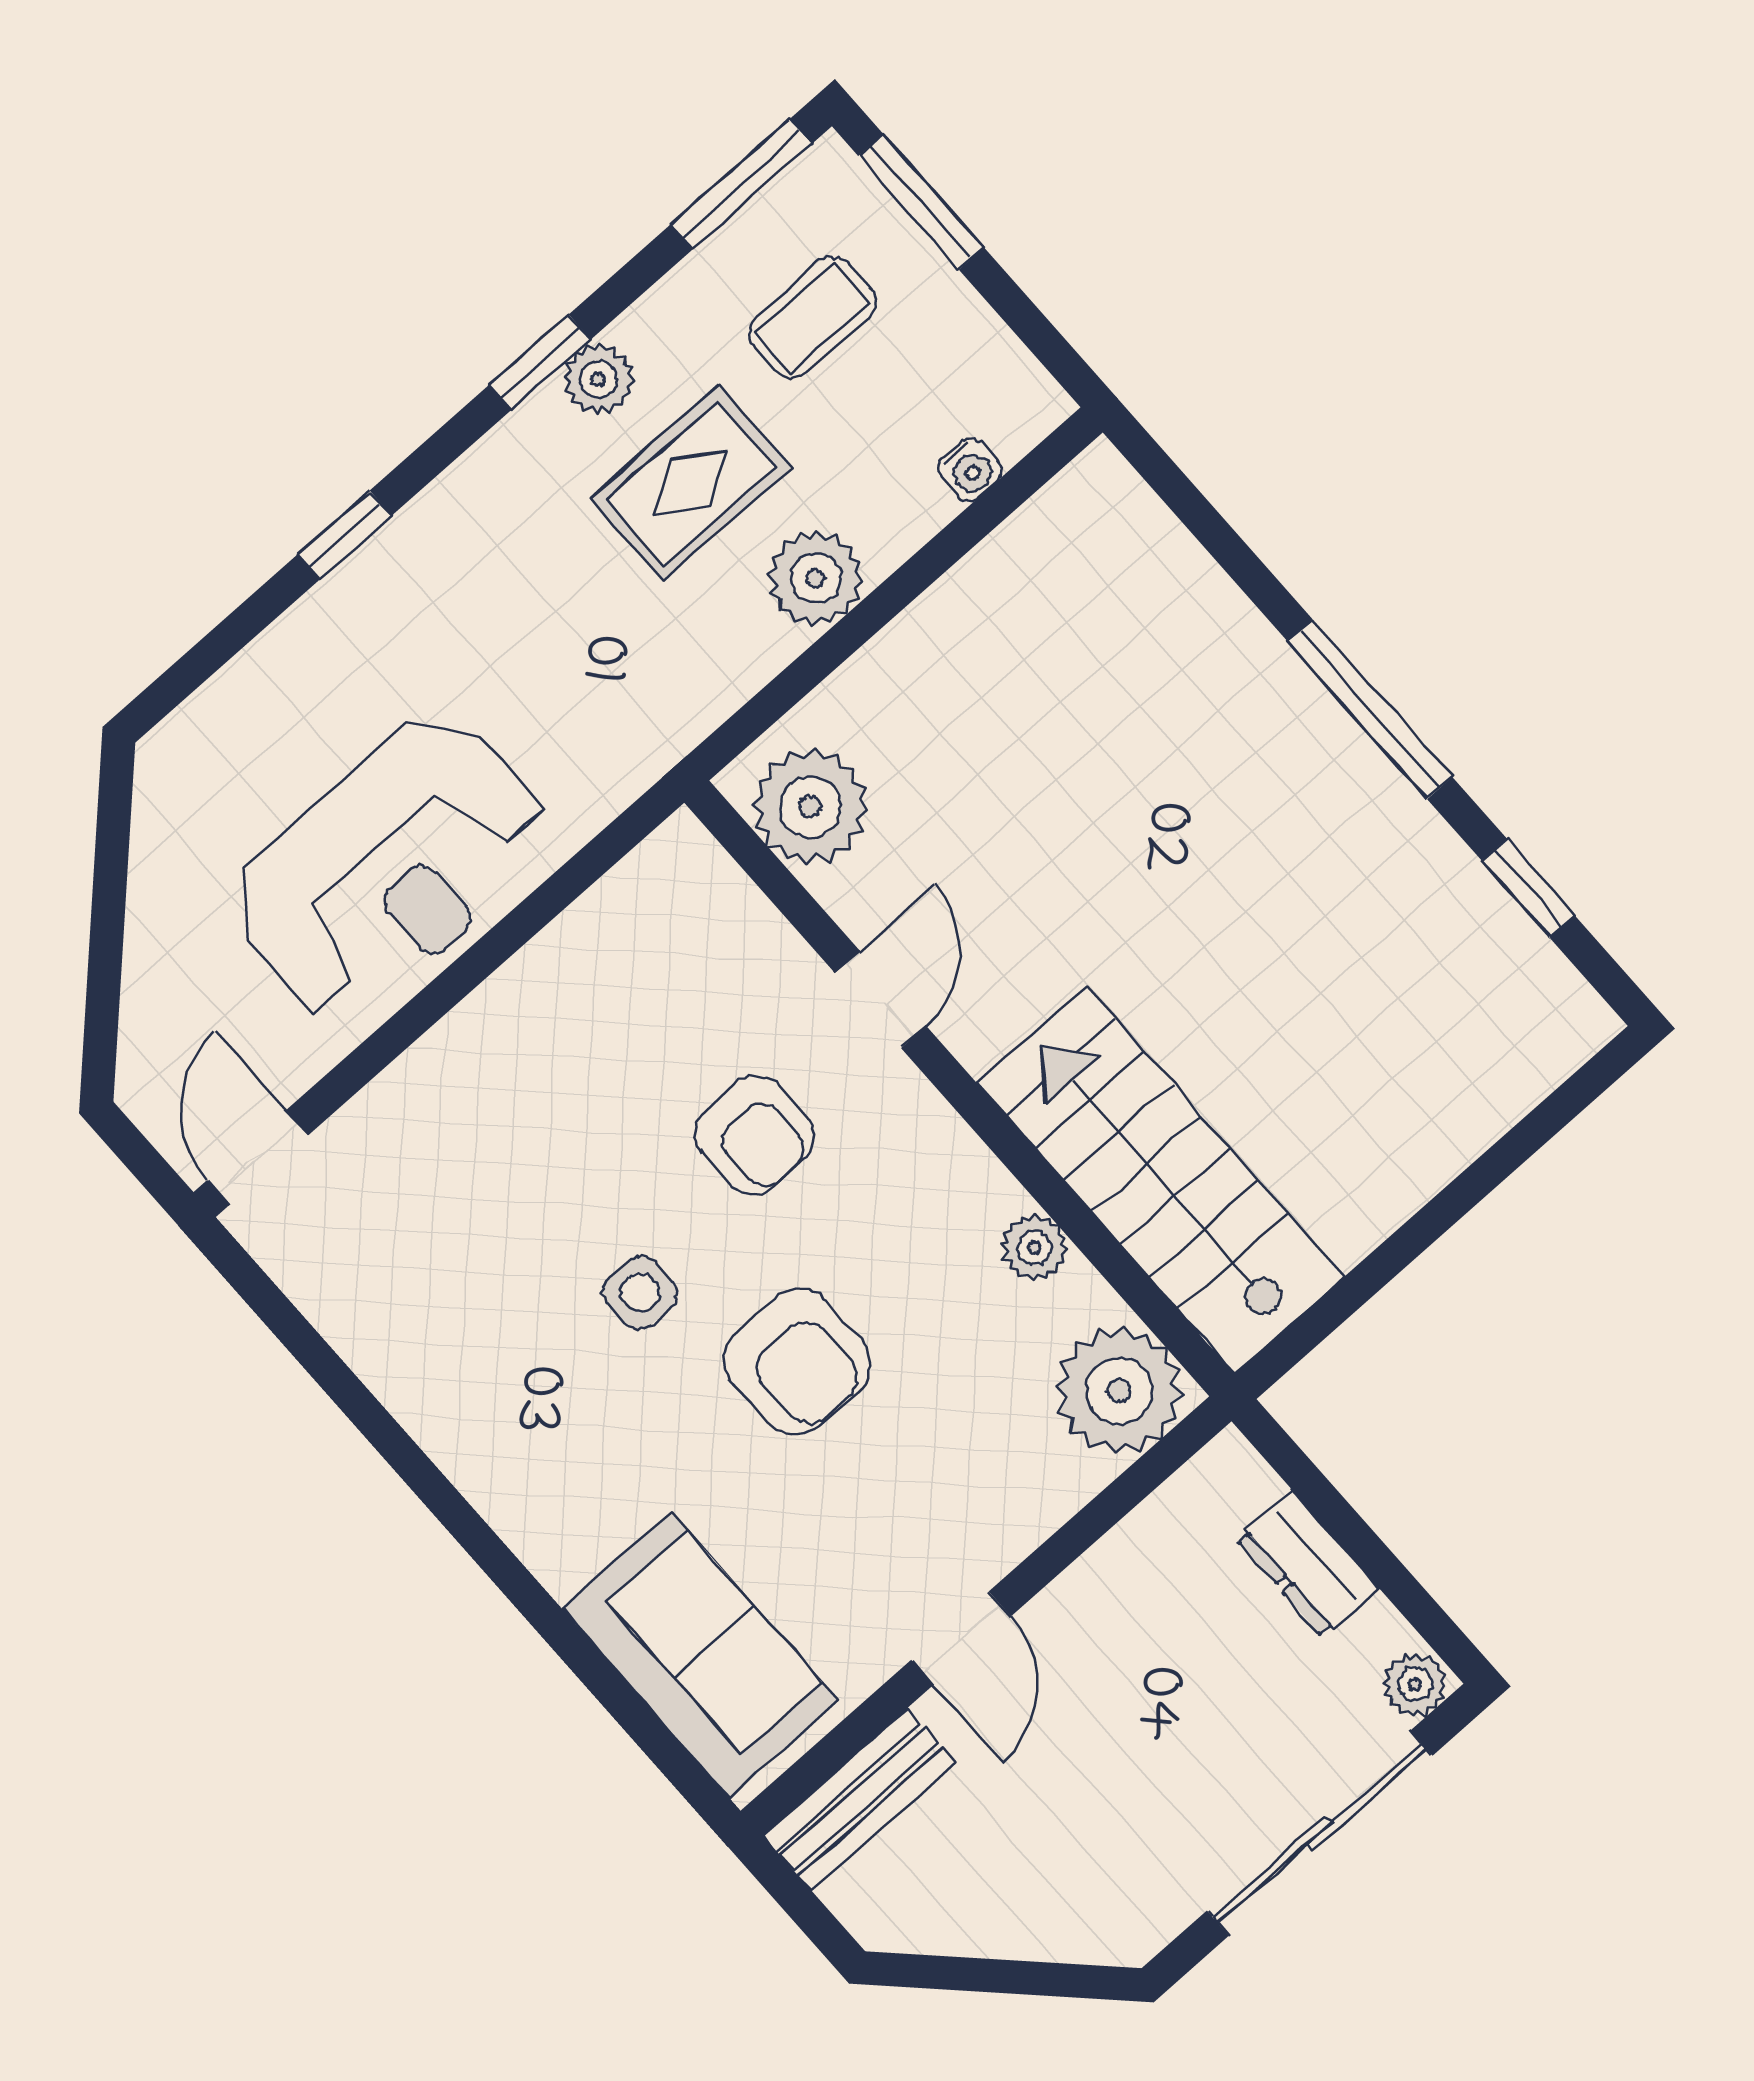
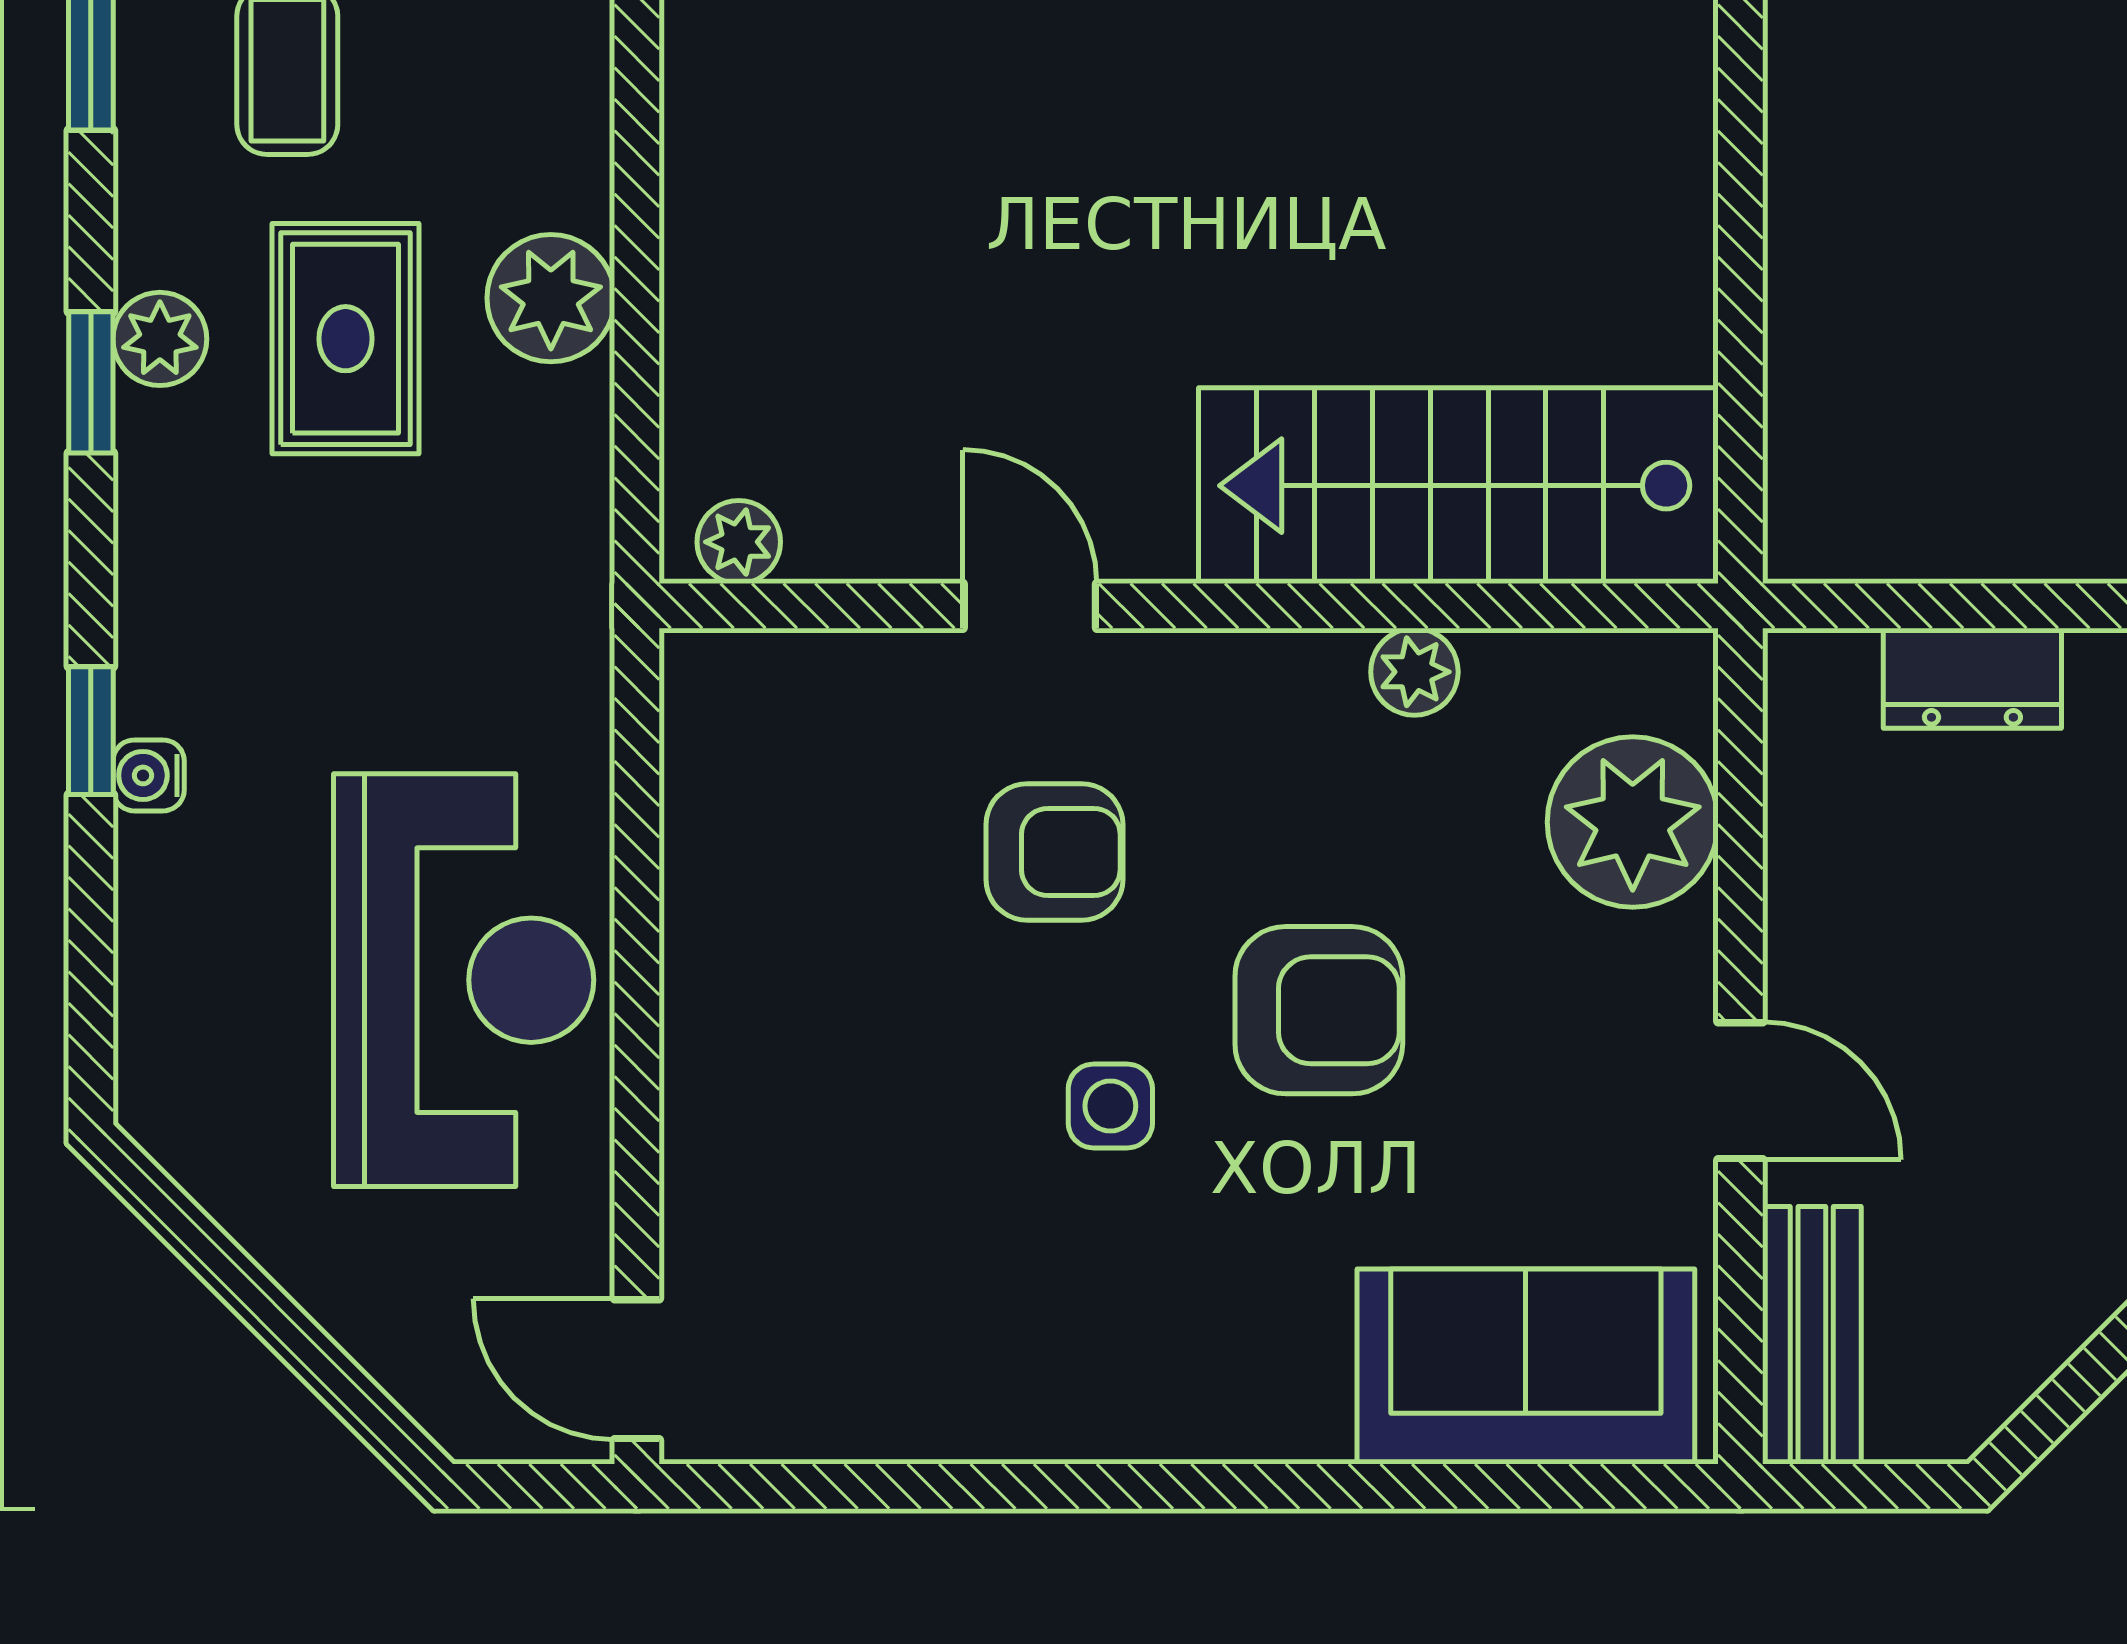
water cooler: (970, 470) -> (149, 775), moved, turned 180
plant: (810, 807) -> (739, 542), width x0.53, depth x0.53
plant: (1119, 1391) -> (1633, 822), moved

